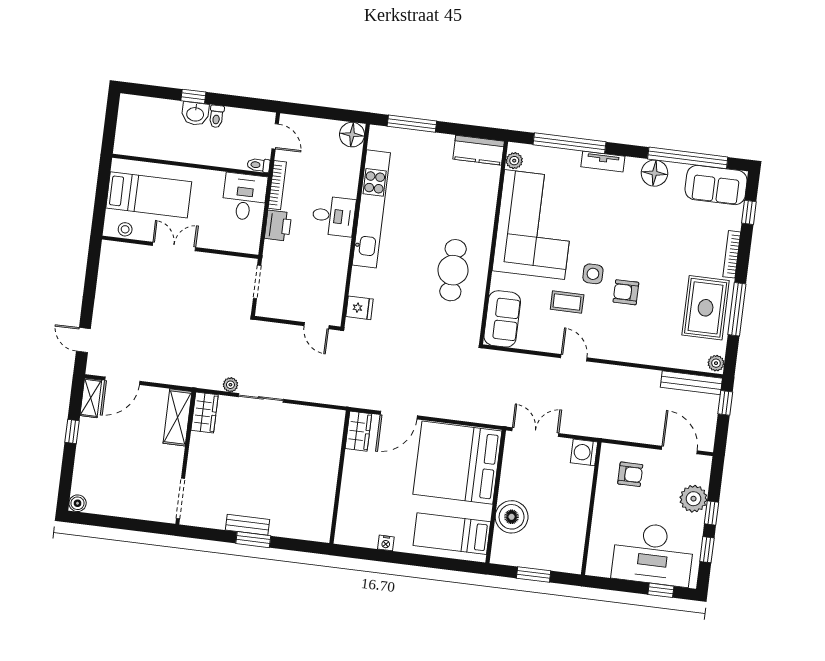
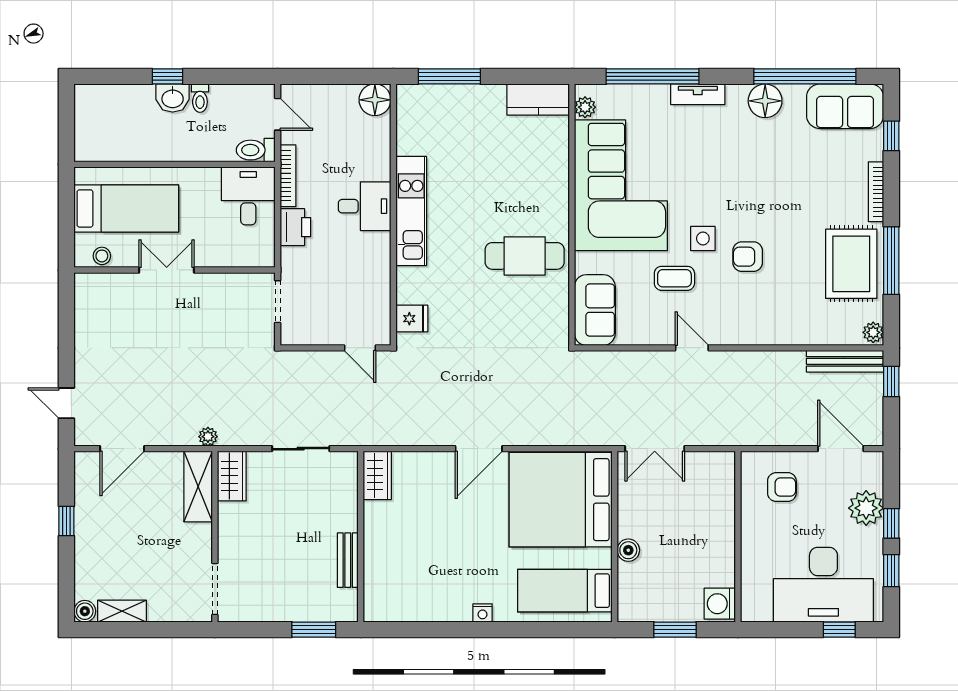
toilet: (259, 165) -> (256, 150), width x1.37, depth x1.39
kitchen unit: (371, 209) -> (411, 211), width x0.73
cafe table: (453, 270) -> (525, 256), turned 90
plant: (230, 385) -> (208, 437), moved
shelving: (91, 398) -> (122, 611), moved, turned 90
wardrobe: (358, 431) -> (377, 475), moved
double door: (535, 432) -> (655, 449), swing flipped
washing machine: (584, 452) -> (720, 604), moved
wall: (340, 477) -> (361, 537), moved
boiler: (512, 517) -> (628, 550), width x0.54, depth x0.54
bench: (247, 525) -> (348, 560), moved, turned 90

